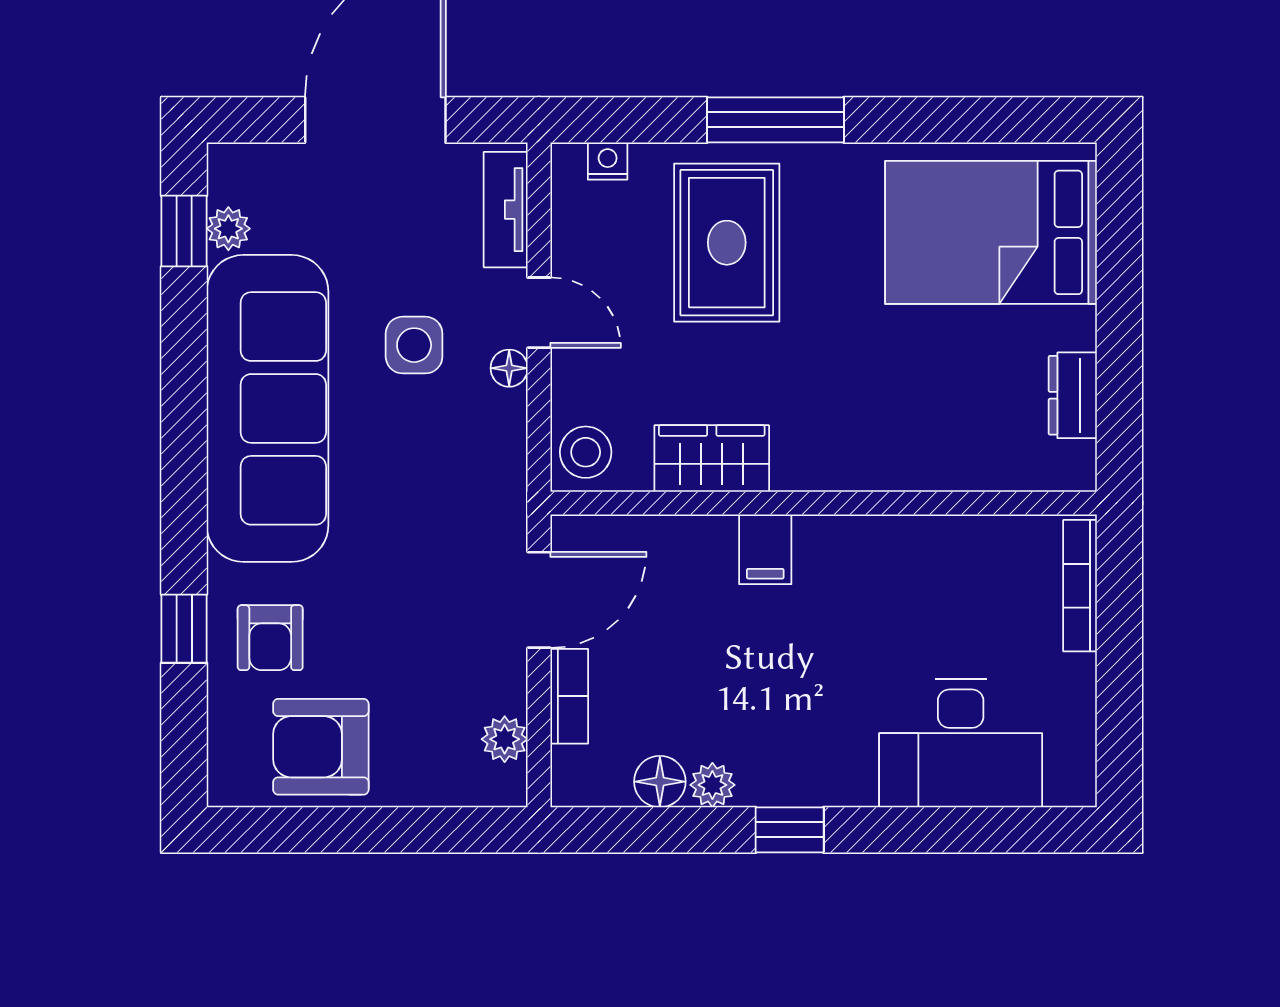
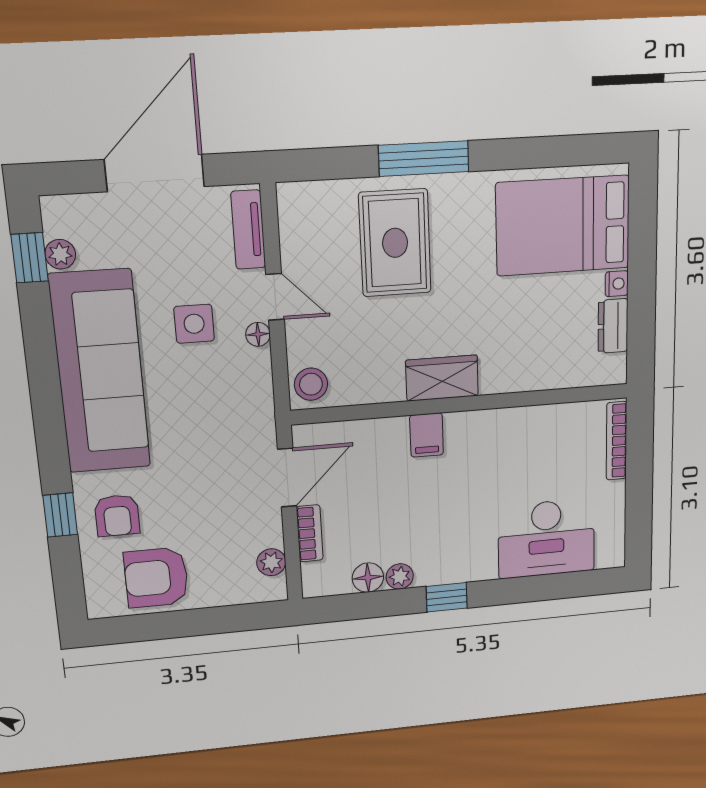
nightstand: (608, 161) -> (617, 284), moved, turned 90
wardrobe: (712, 458) -> (442, 378), moved

